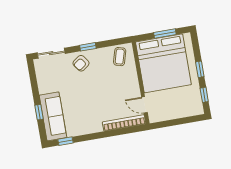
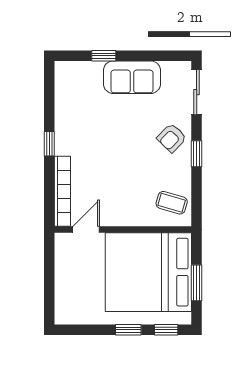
armchair: (81, 63) -> (172, 138), turned -100
window: (204, 95) -> (166, 330), moved
sofa: (53, 116) -> (132, 77), moved, width x0.73
window: (65, 141) -> (49, 144), moved

